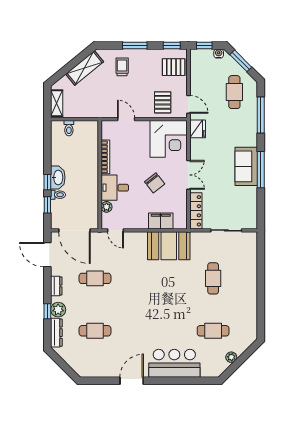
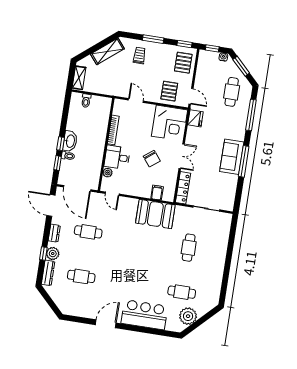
pallet: (174, 67) -> (183, 63), turned 90
filing cabinet: (161, 221) -> (157, 193), width x0.50
plant: (231, 357) -> (188, 316), width x1.88, depth x1.88

